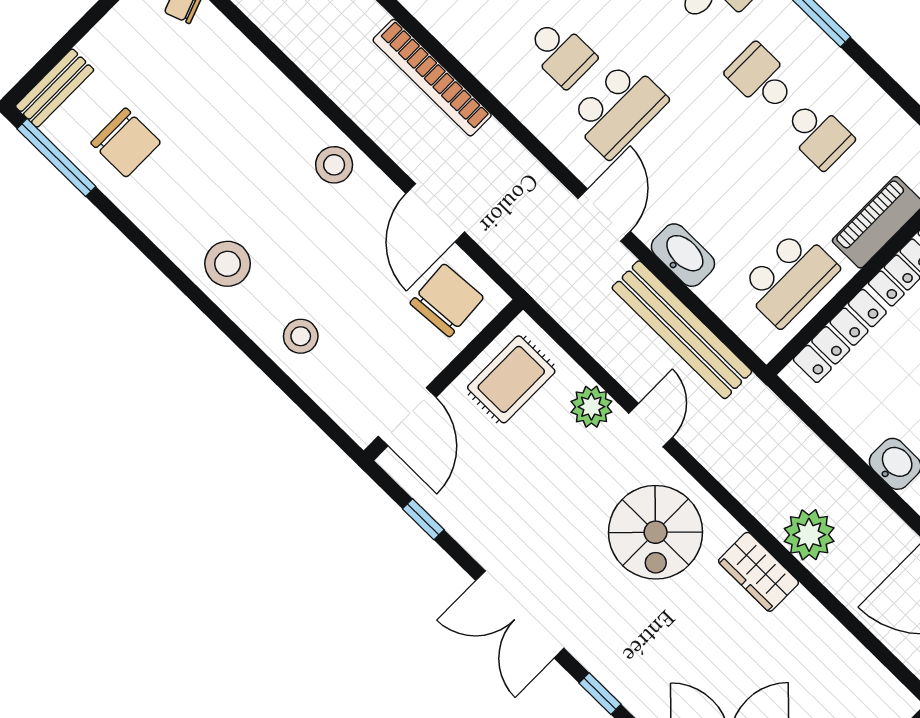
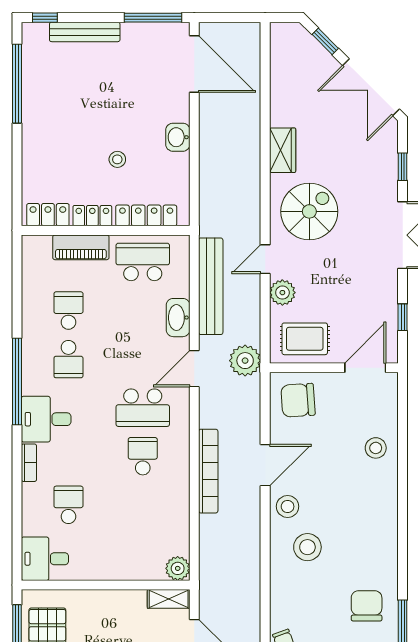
bookcase: (432, 78) -> (208, 471), moved
school desk: (618, 109) -> (143, 408), turned 180
door: (435, 213) -> (265, 465), moved
stool: (228, 264) -> (307, 547), moved
plant: (809, 535) -> (245, 361), moved

